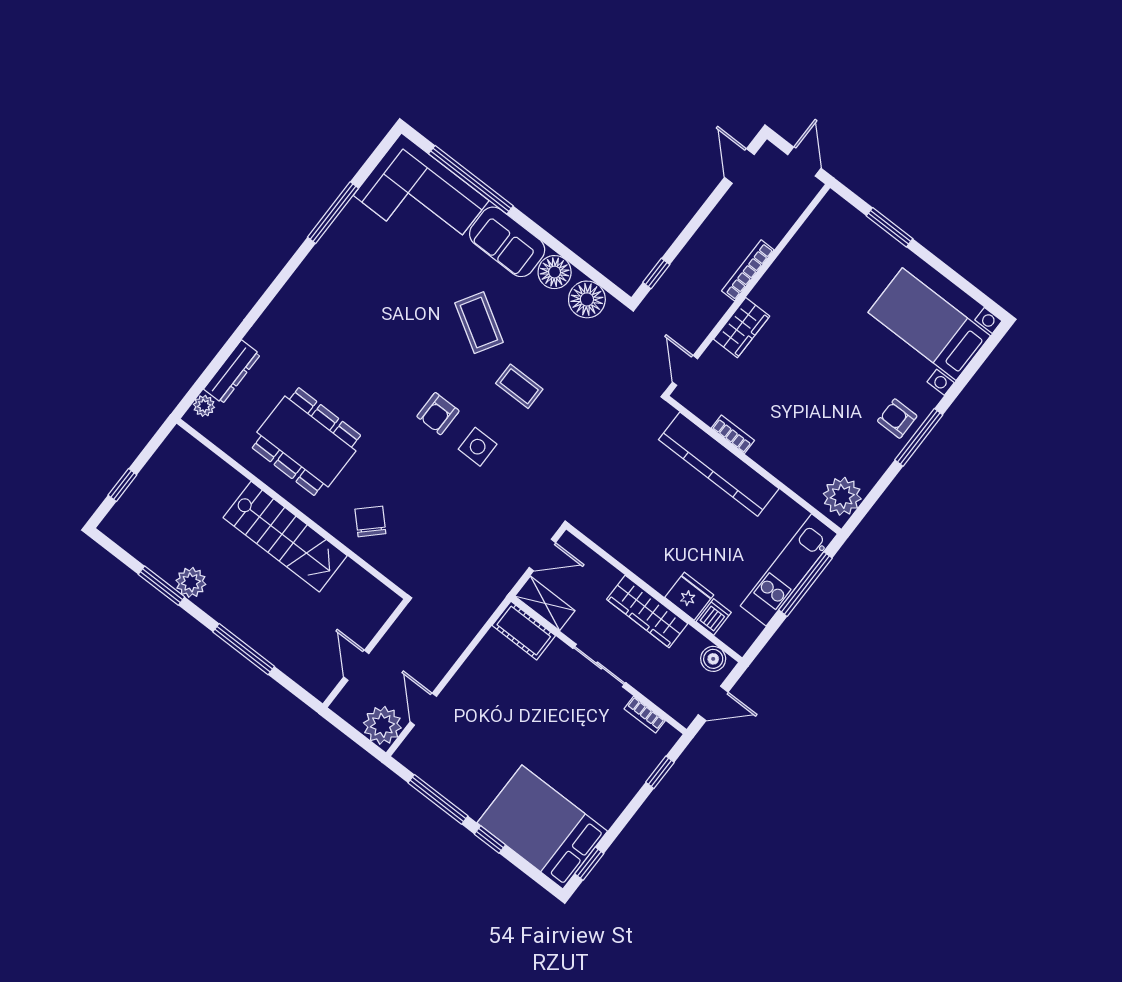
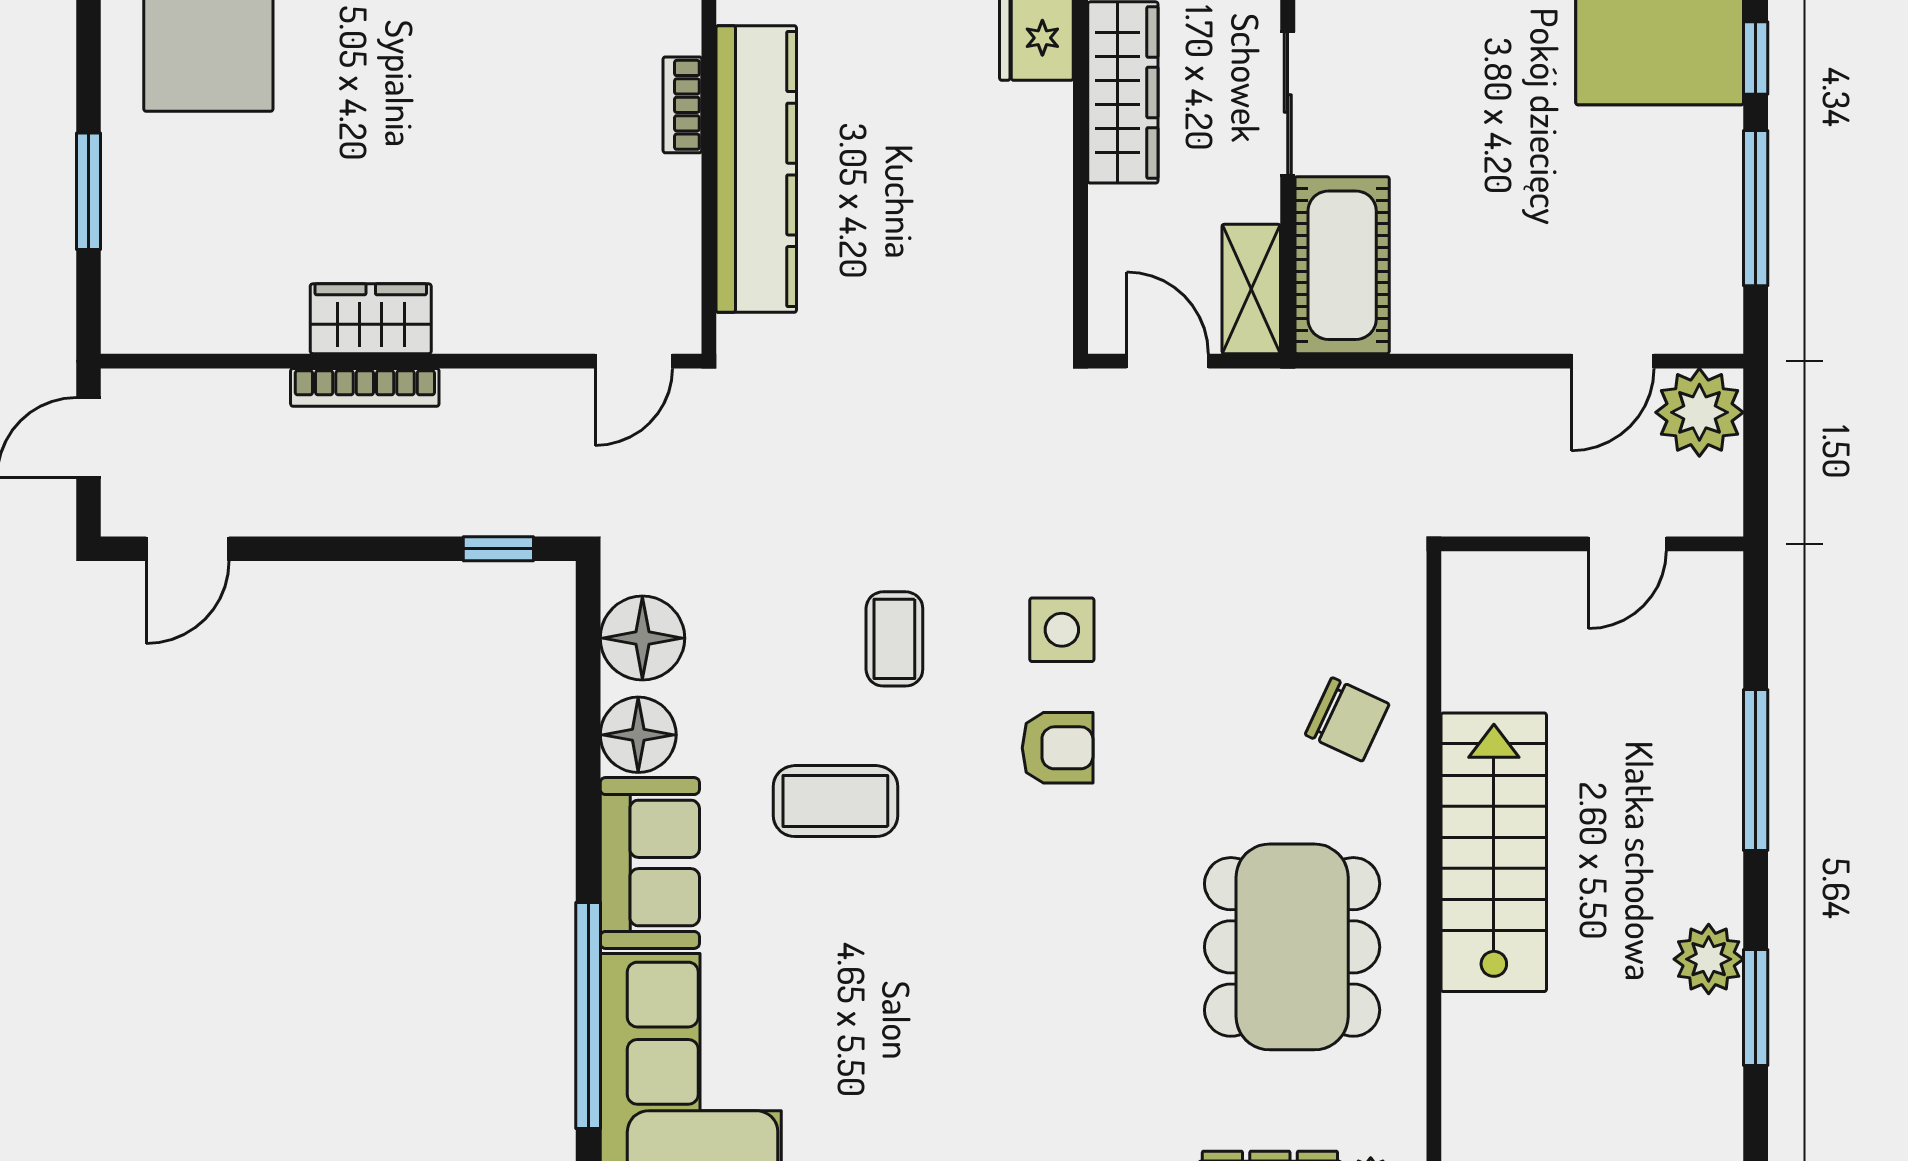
coffee table: (479, 323) -> (835, 801), turned 59
wardrobe: (742, 328) -> (371, 319), moved
bookcase: (733, 434) -> (682, 105), moved
chair: (370, 521) -> (1347, 719), turned -111
cot: (524, 631) -> (1342, 265), width x1.37, depth x1.34

